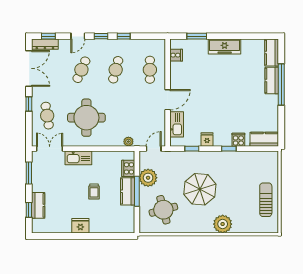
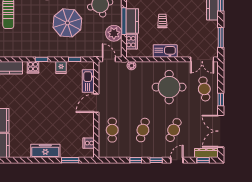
door: (154, 149) -> (109, 59), swing flipped
kitchen sink: (78, 158) -> (165, 51), moved

